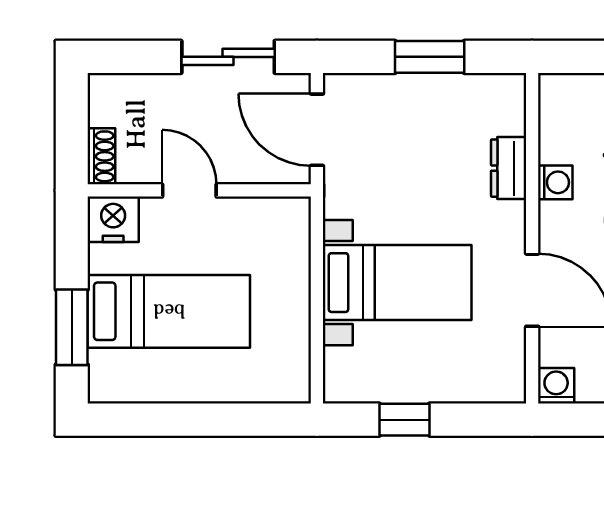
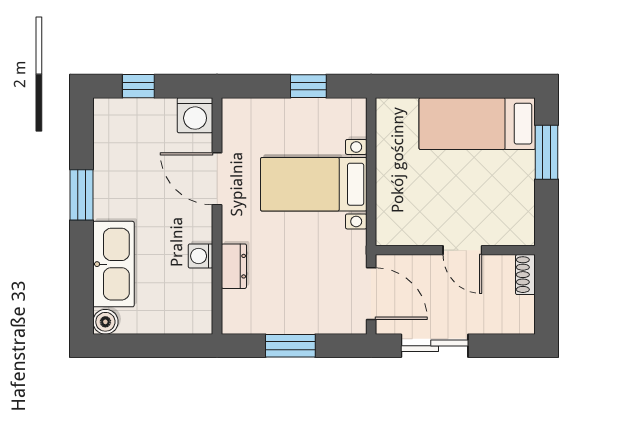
nightstand: (113, 219) -> (517, 230), removed
bed: (169, 311) -> (477, 124), moved
washing machine: (556, 386) -> (195, 115), width x1.38, depth x1.38

